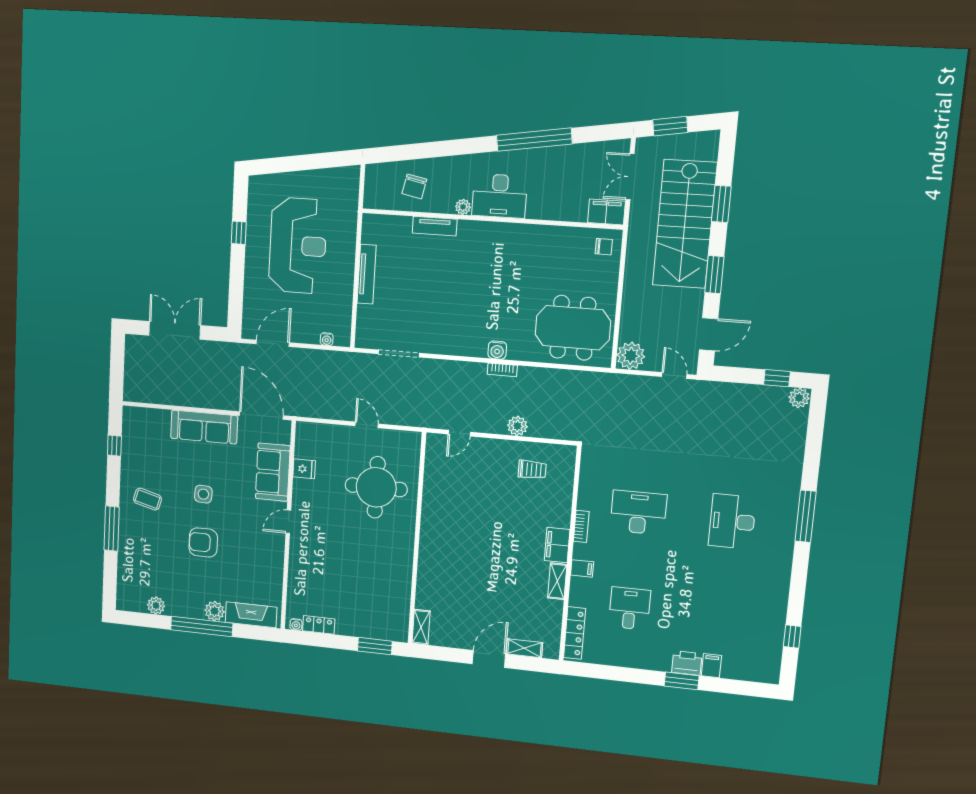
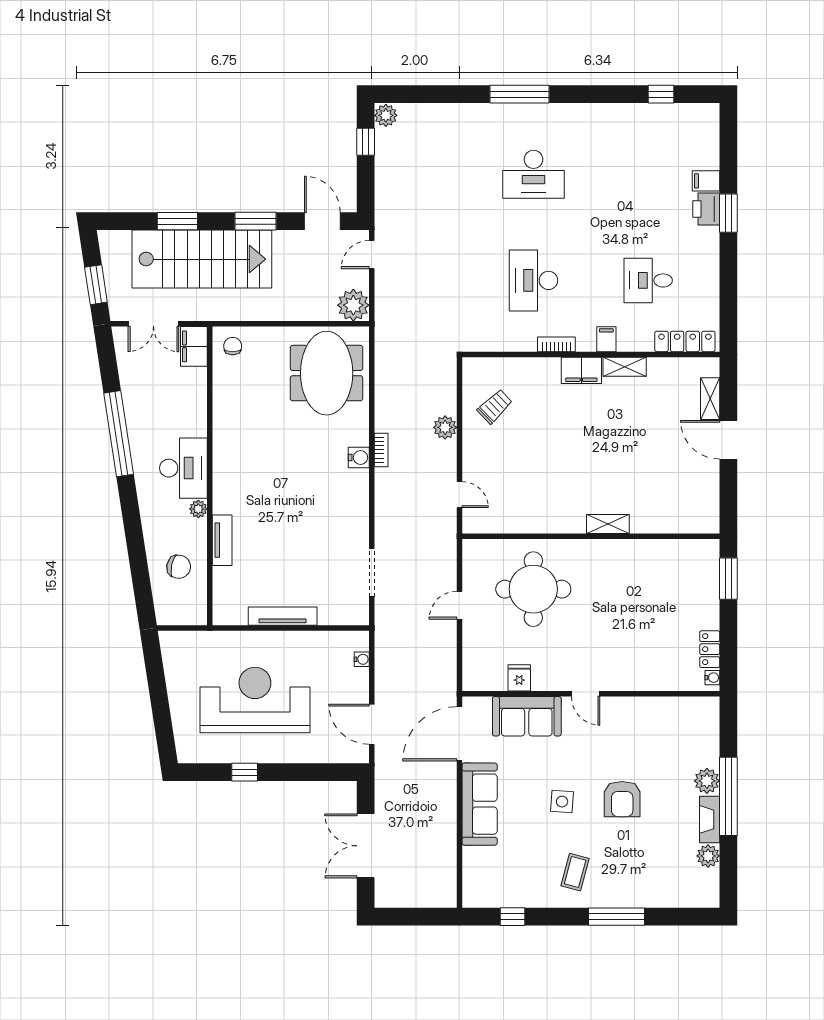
trolley: (532, 470) -> (495, 406), turned 46
fireplace: (251, 615) -> (710, 819), moved, width x0.73, depth x0.76
shelving: (421, 627) -> (608, 524), moved

